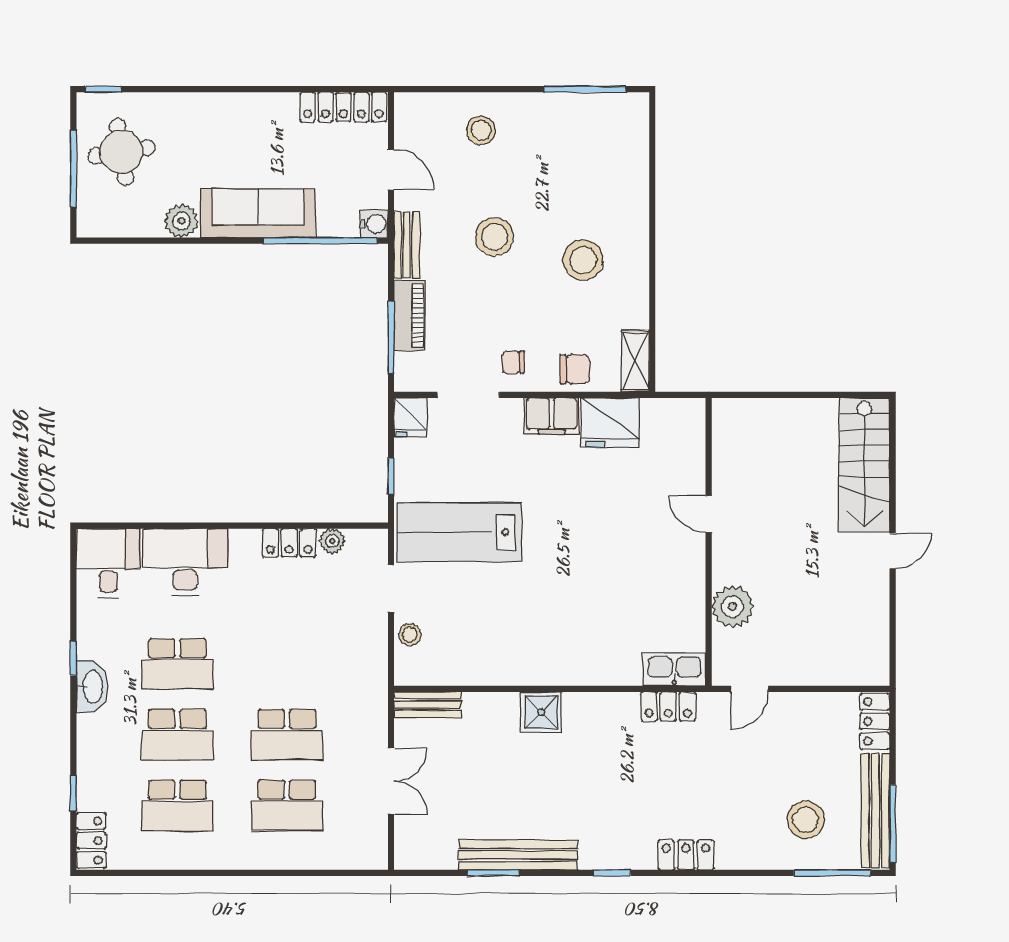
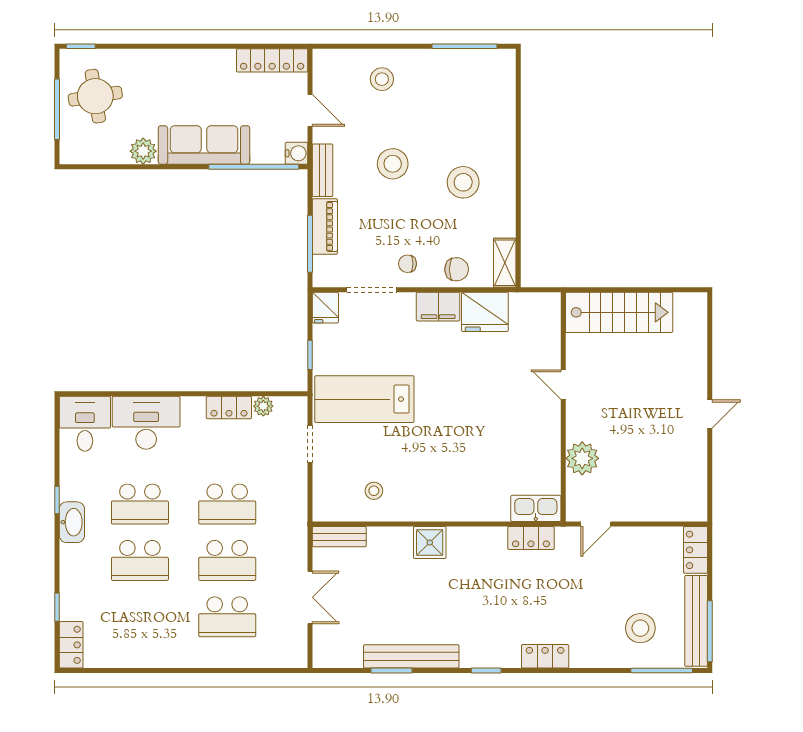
stairs: (864, 465) -> (619, 312), moved, turned -90
stool: (410, 635) -> (374, 491), moved
school desk: (177, 805) -> (227, 504), moved

